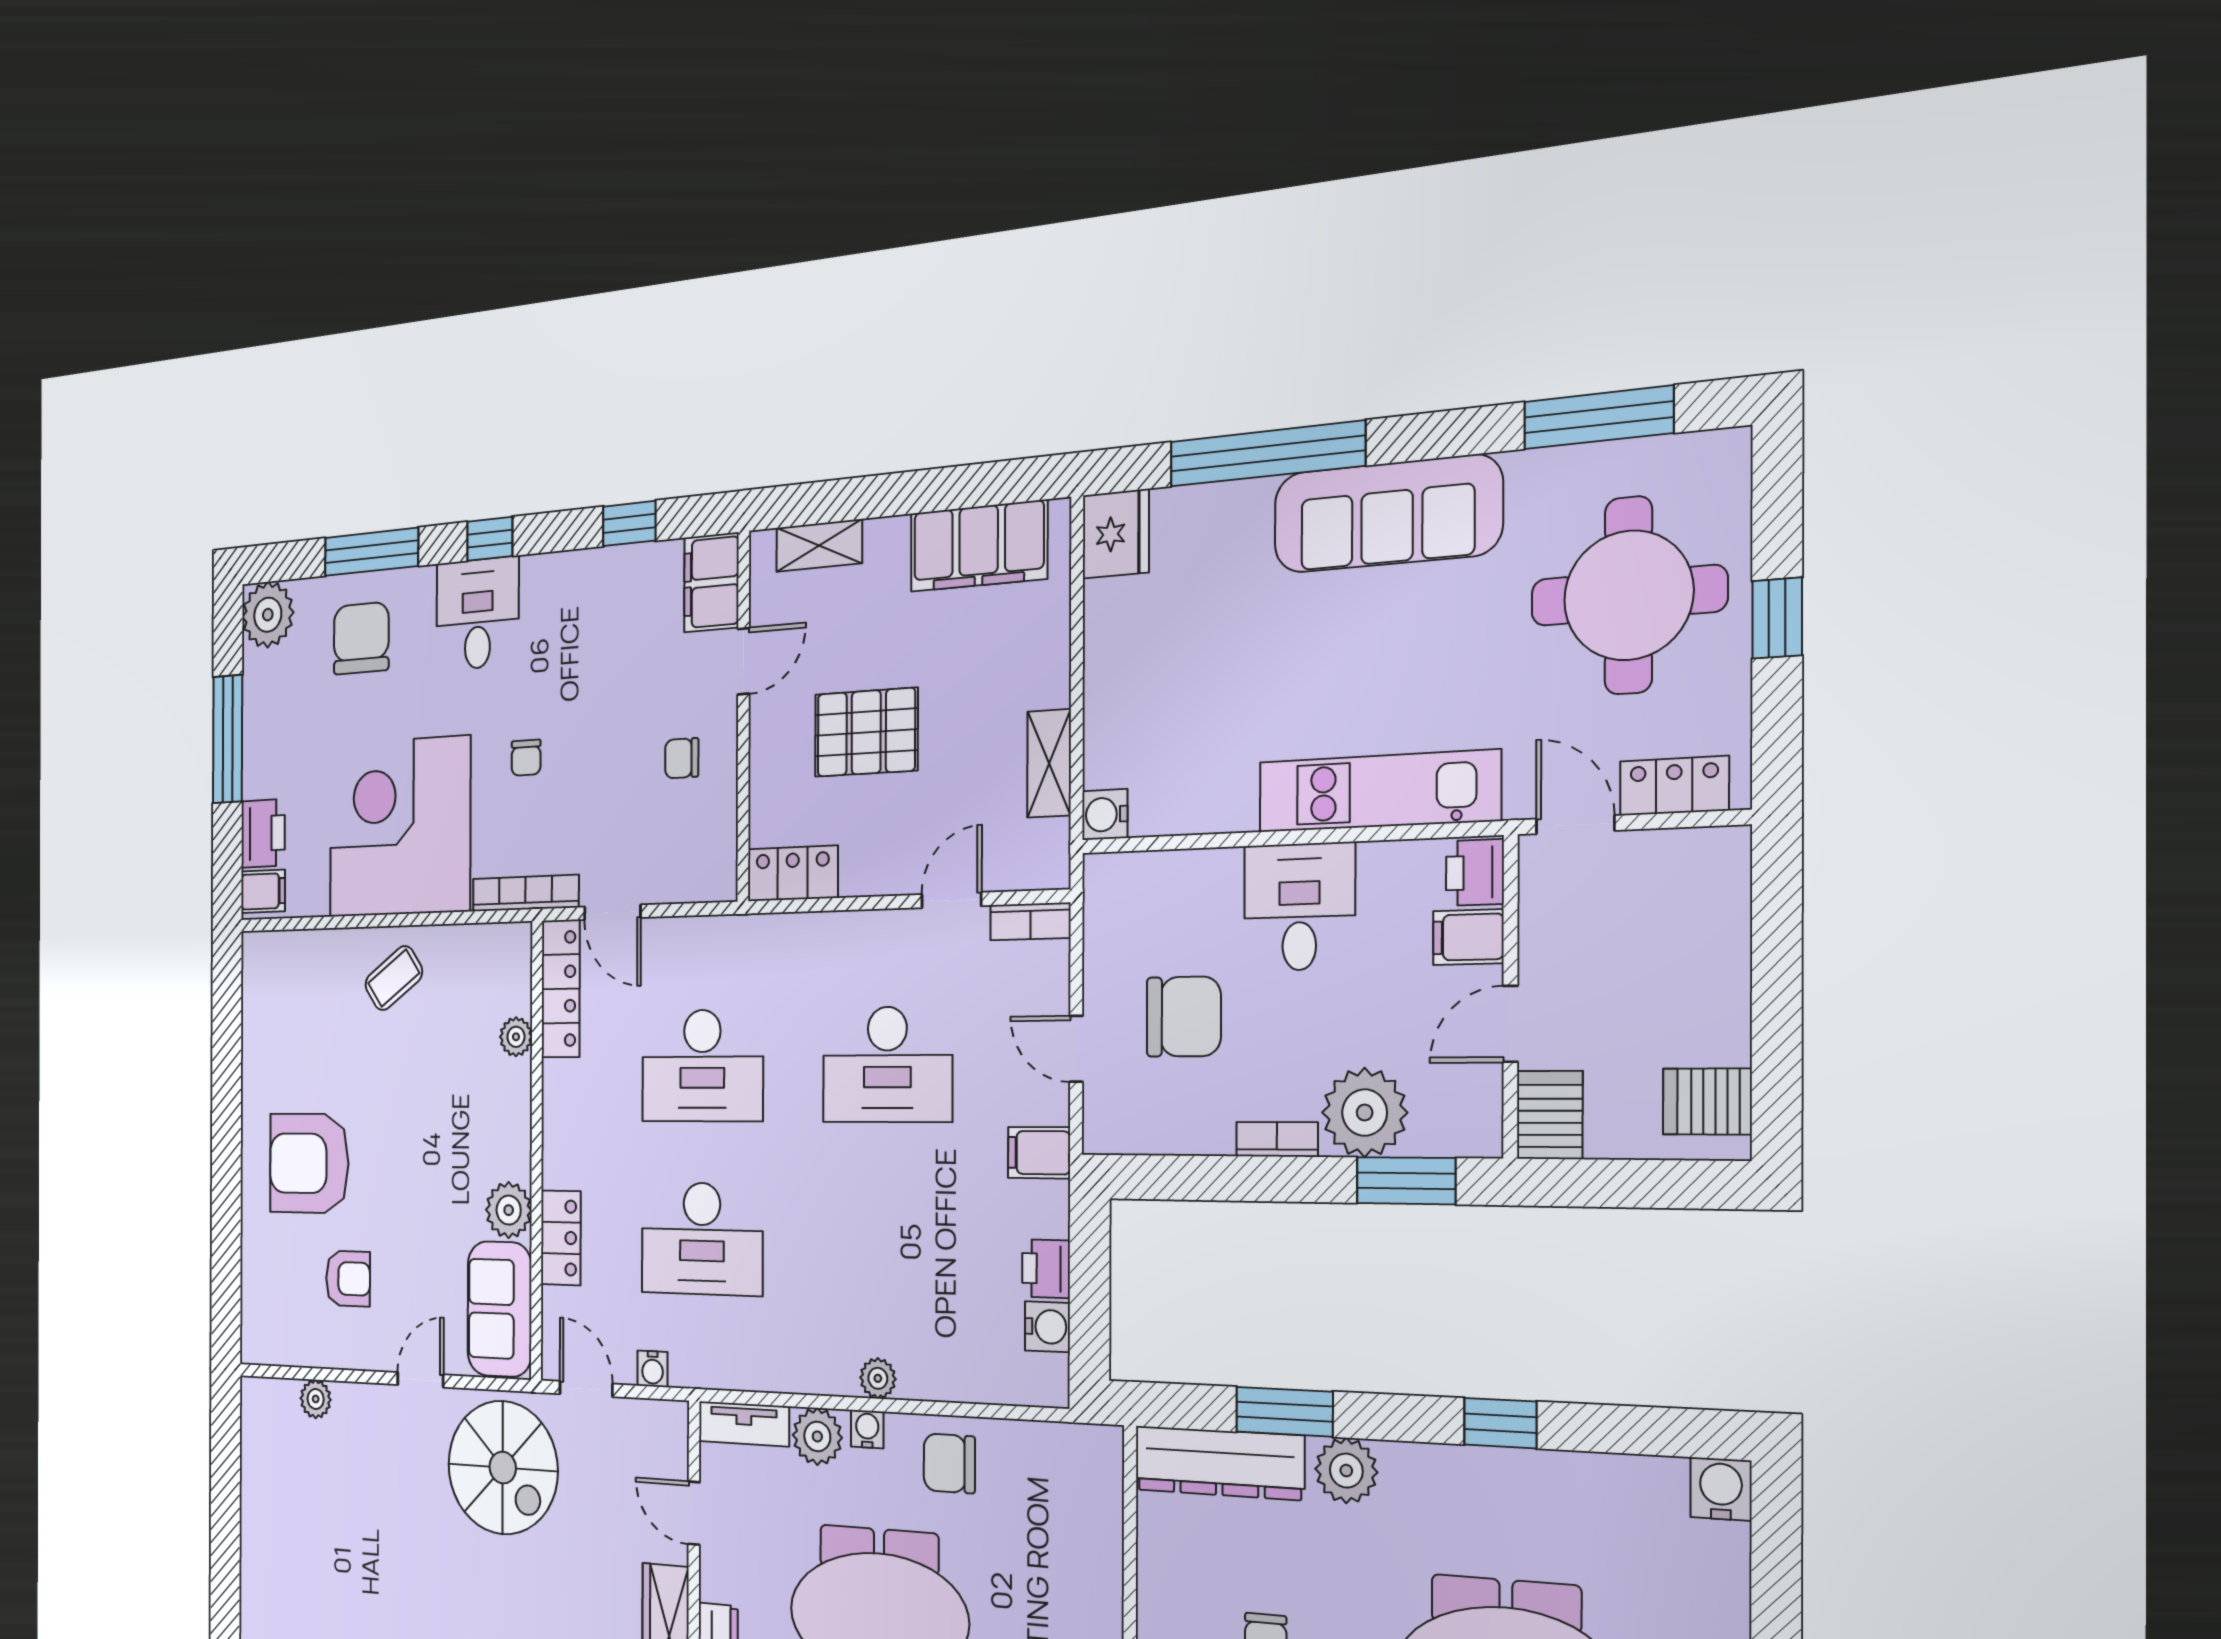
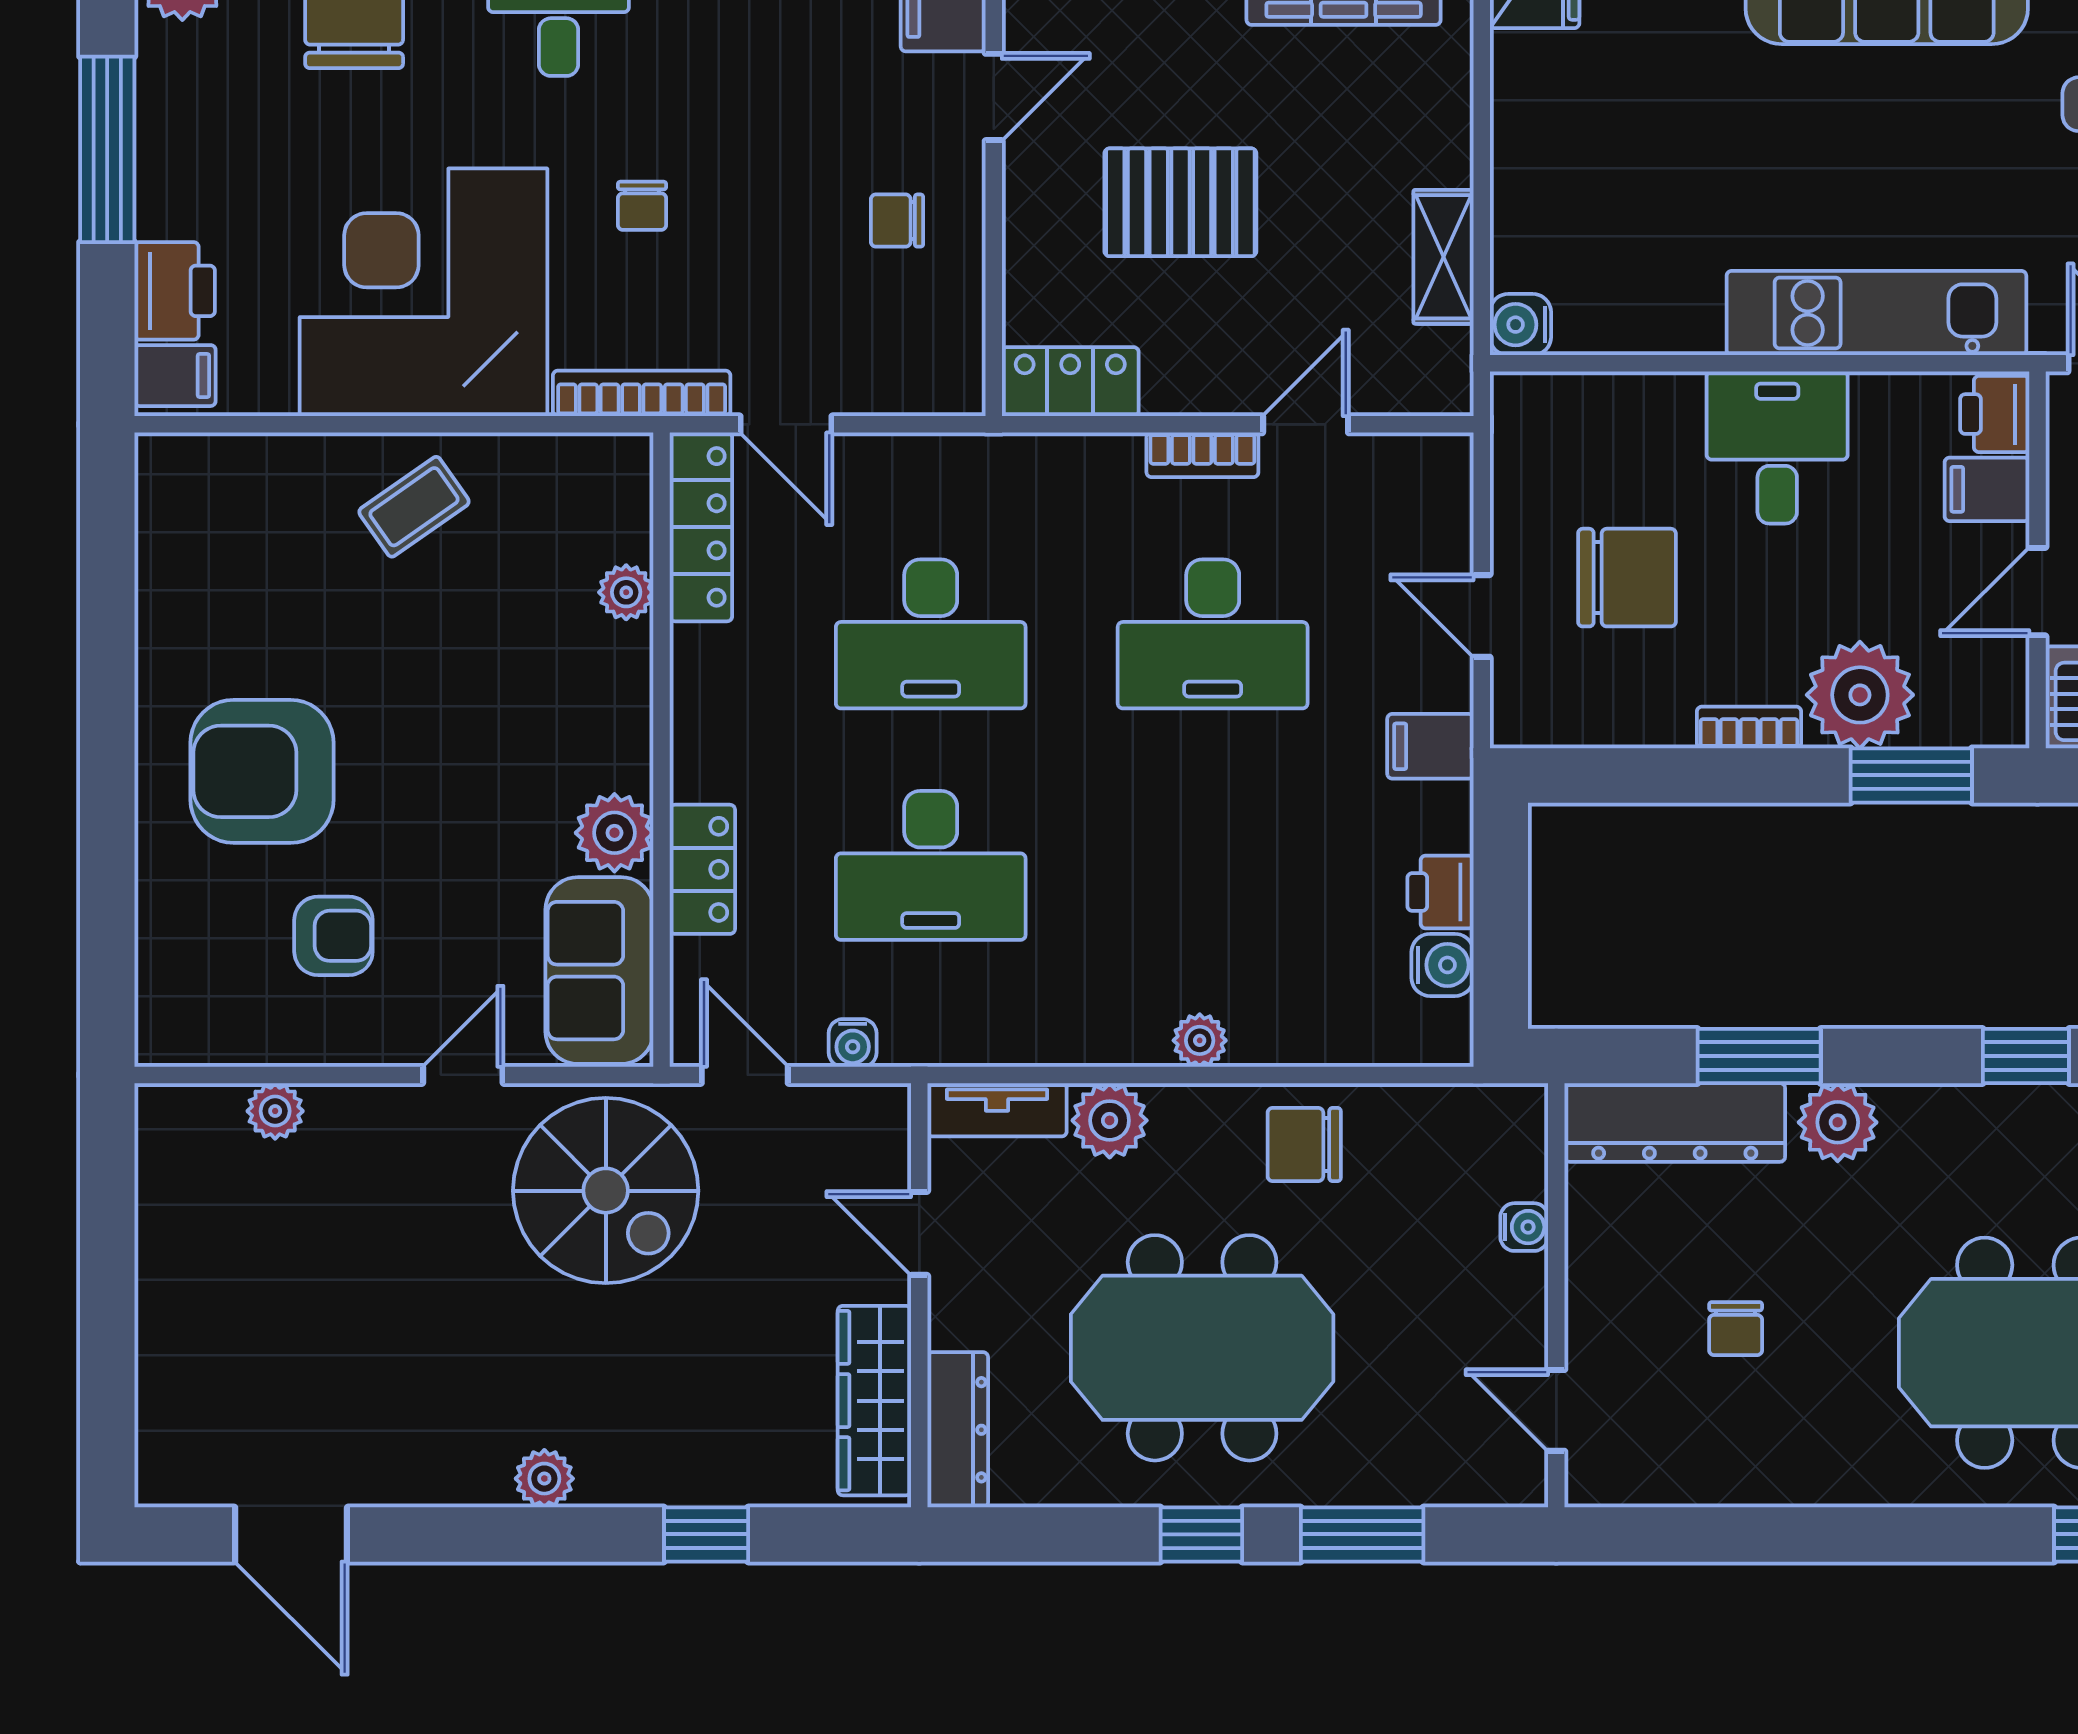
bookcase: (1030, 921) -> (1202, 455), moved
water cooler: (867, 1429) -> (1524, 1227), moved, turned 90

